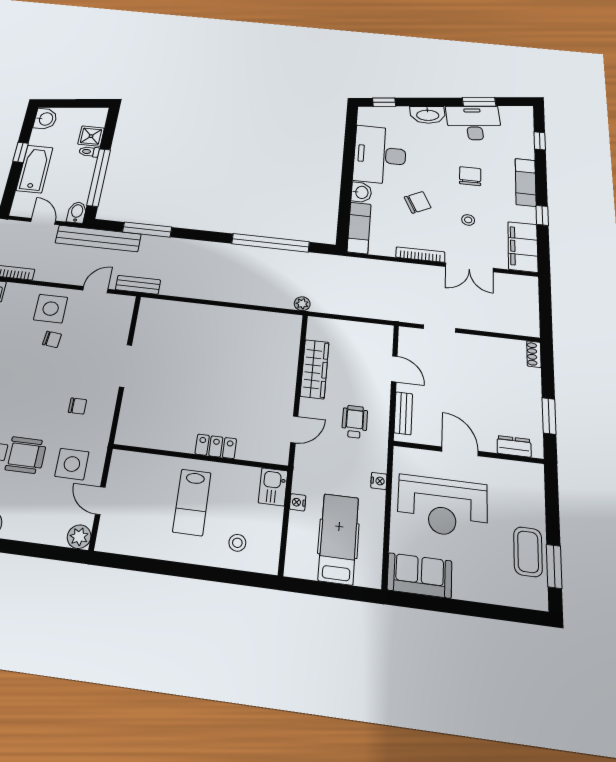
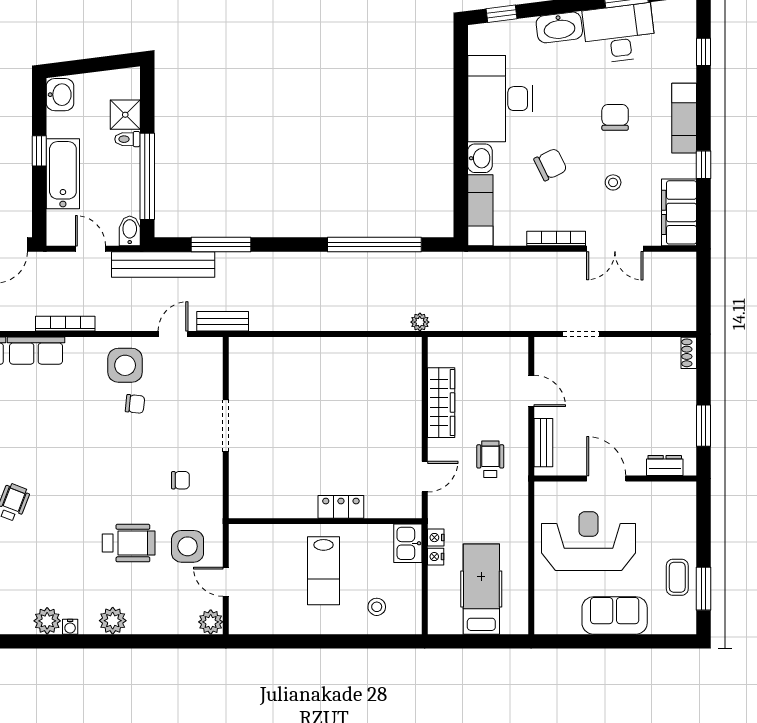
nightstand: (379, 481) -> (436, 538), moved, turned 180
reception desk: (442, 506) -> (588, 541), turned 180
coffee table: (528, 552) -> (677, 577), width x0.73, depth x0.77
sofa: (420, 575) -> (615, 615), moved

